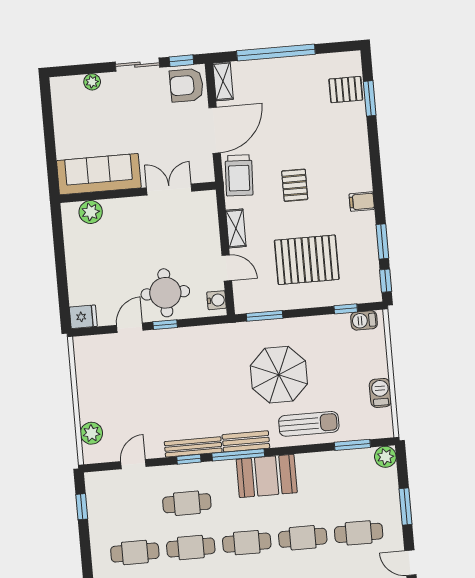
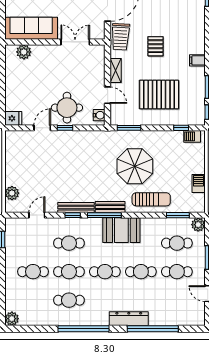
cafe table: (355, 488) -> (177, 243), added

